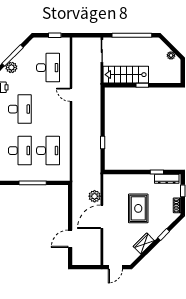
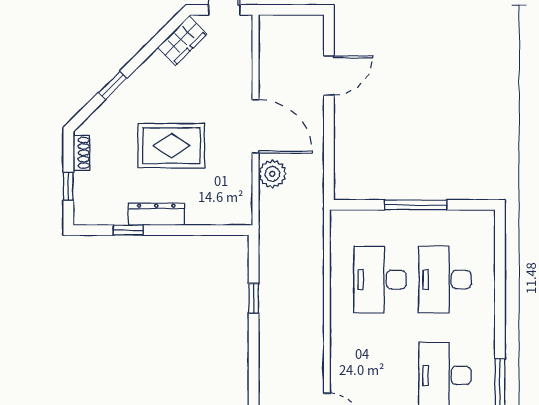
dresser: (167, 179) -> (156, 214), moved
rug: (138, 208) -> (171, 146), turned 90
door: (102, 217) -> (256, 126), hinge flipped
wardrobe: (144, 244) -> (182, 41), moved

